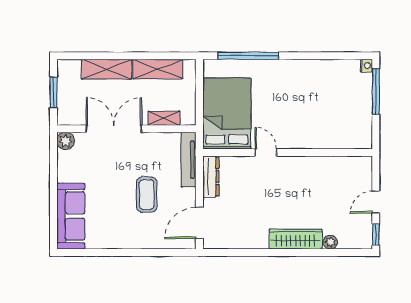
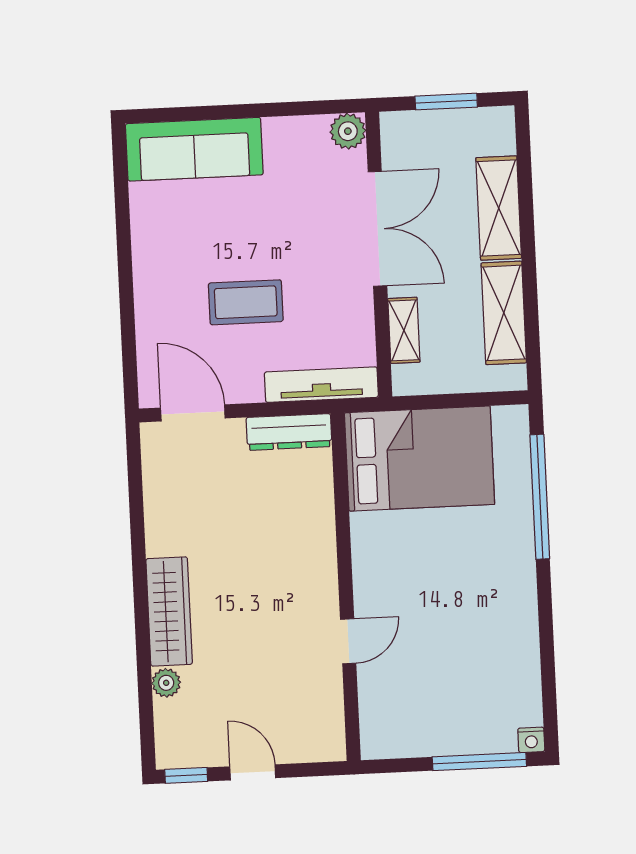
door: (266, 152) -> (348, 641), moved

